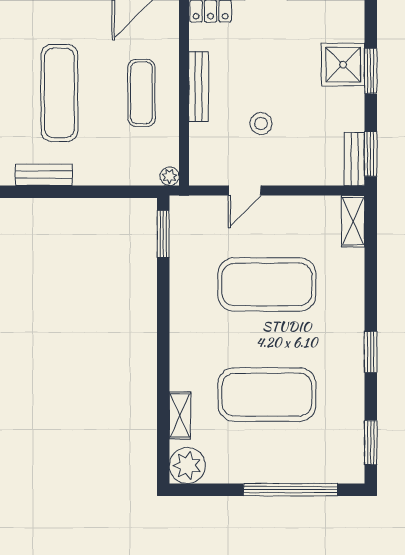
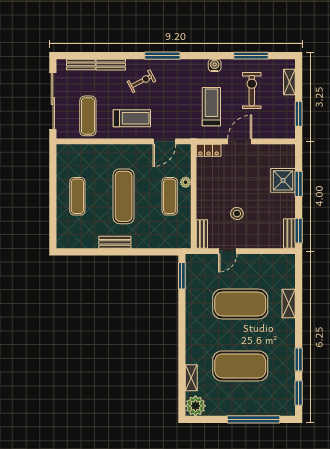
bench: (199, 87) -> (202, 234), moved, width x0.73
plant: (170, 176) -> (186, 182), moved
shelving: (353, 221) -> (289, 303), moved
window: (371, 352) -> (299, 359), moved

